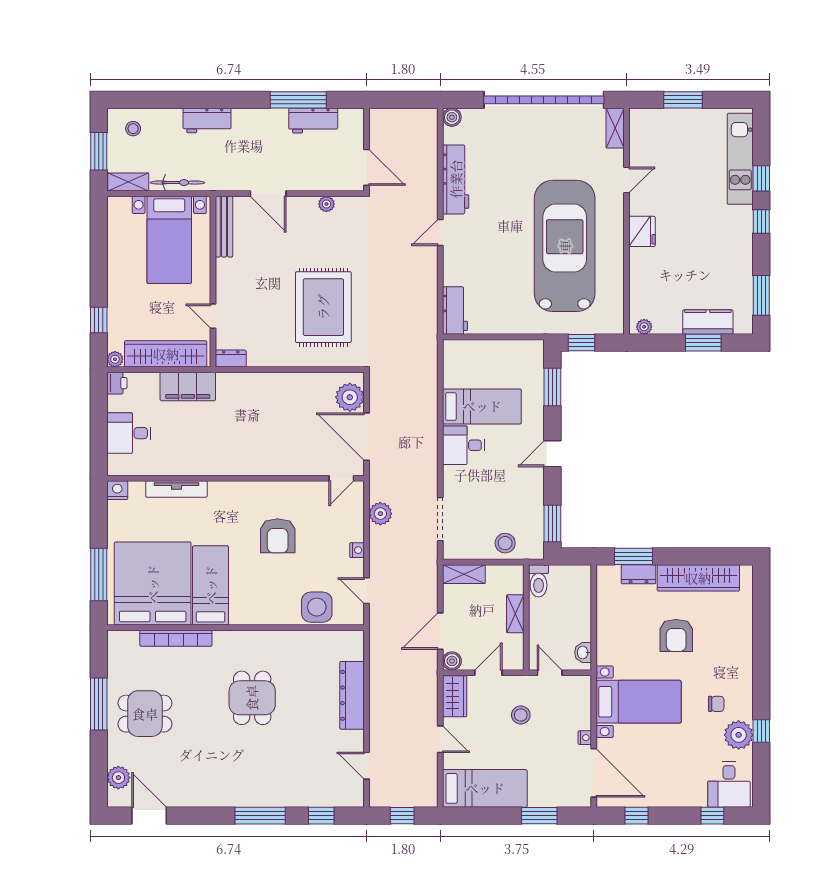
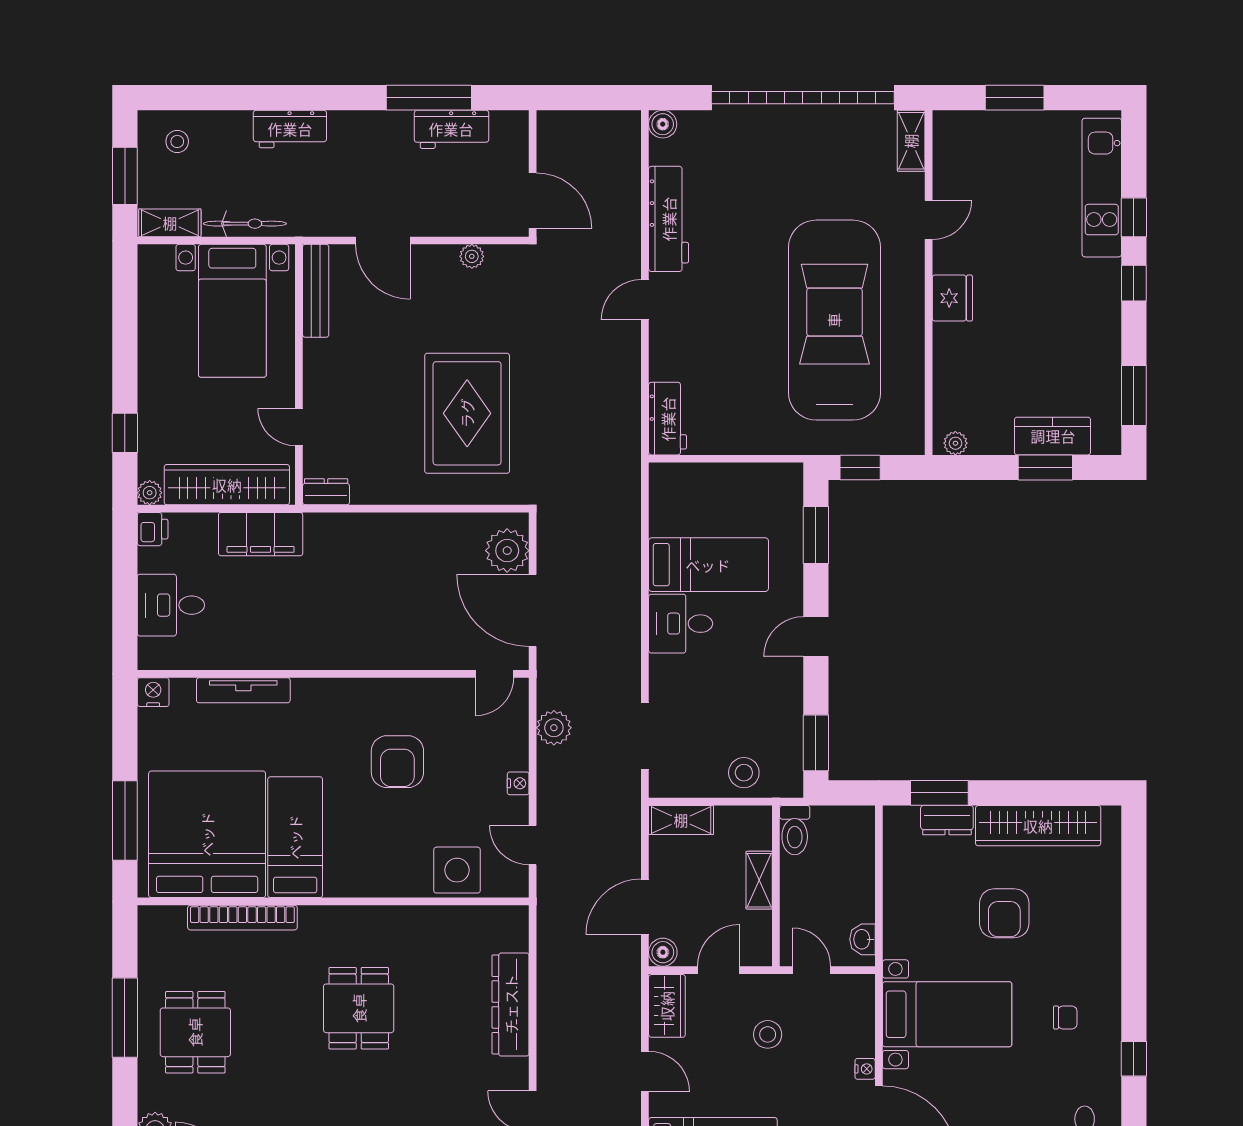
dining table: (145, 714) -> (195, 1032), turned 90
plant: (739, 735) -> (1099, 1065), removed

